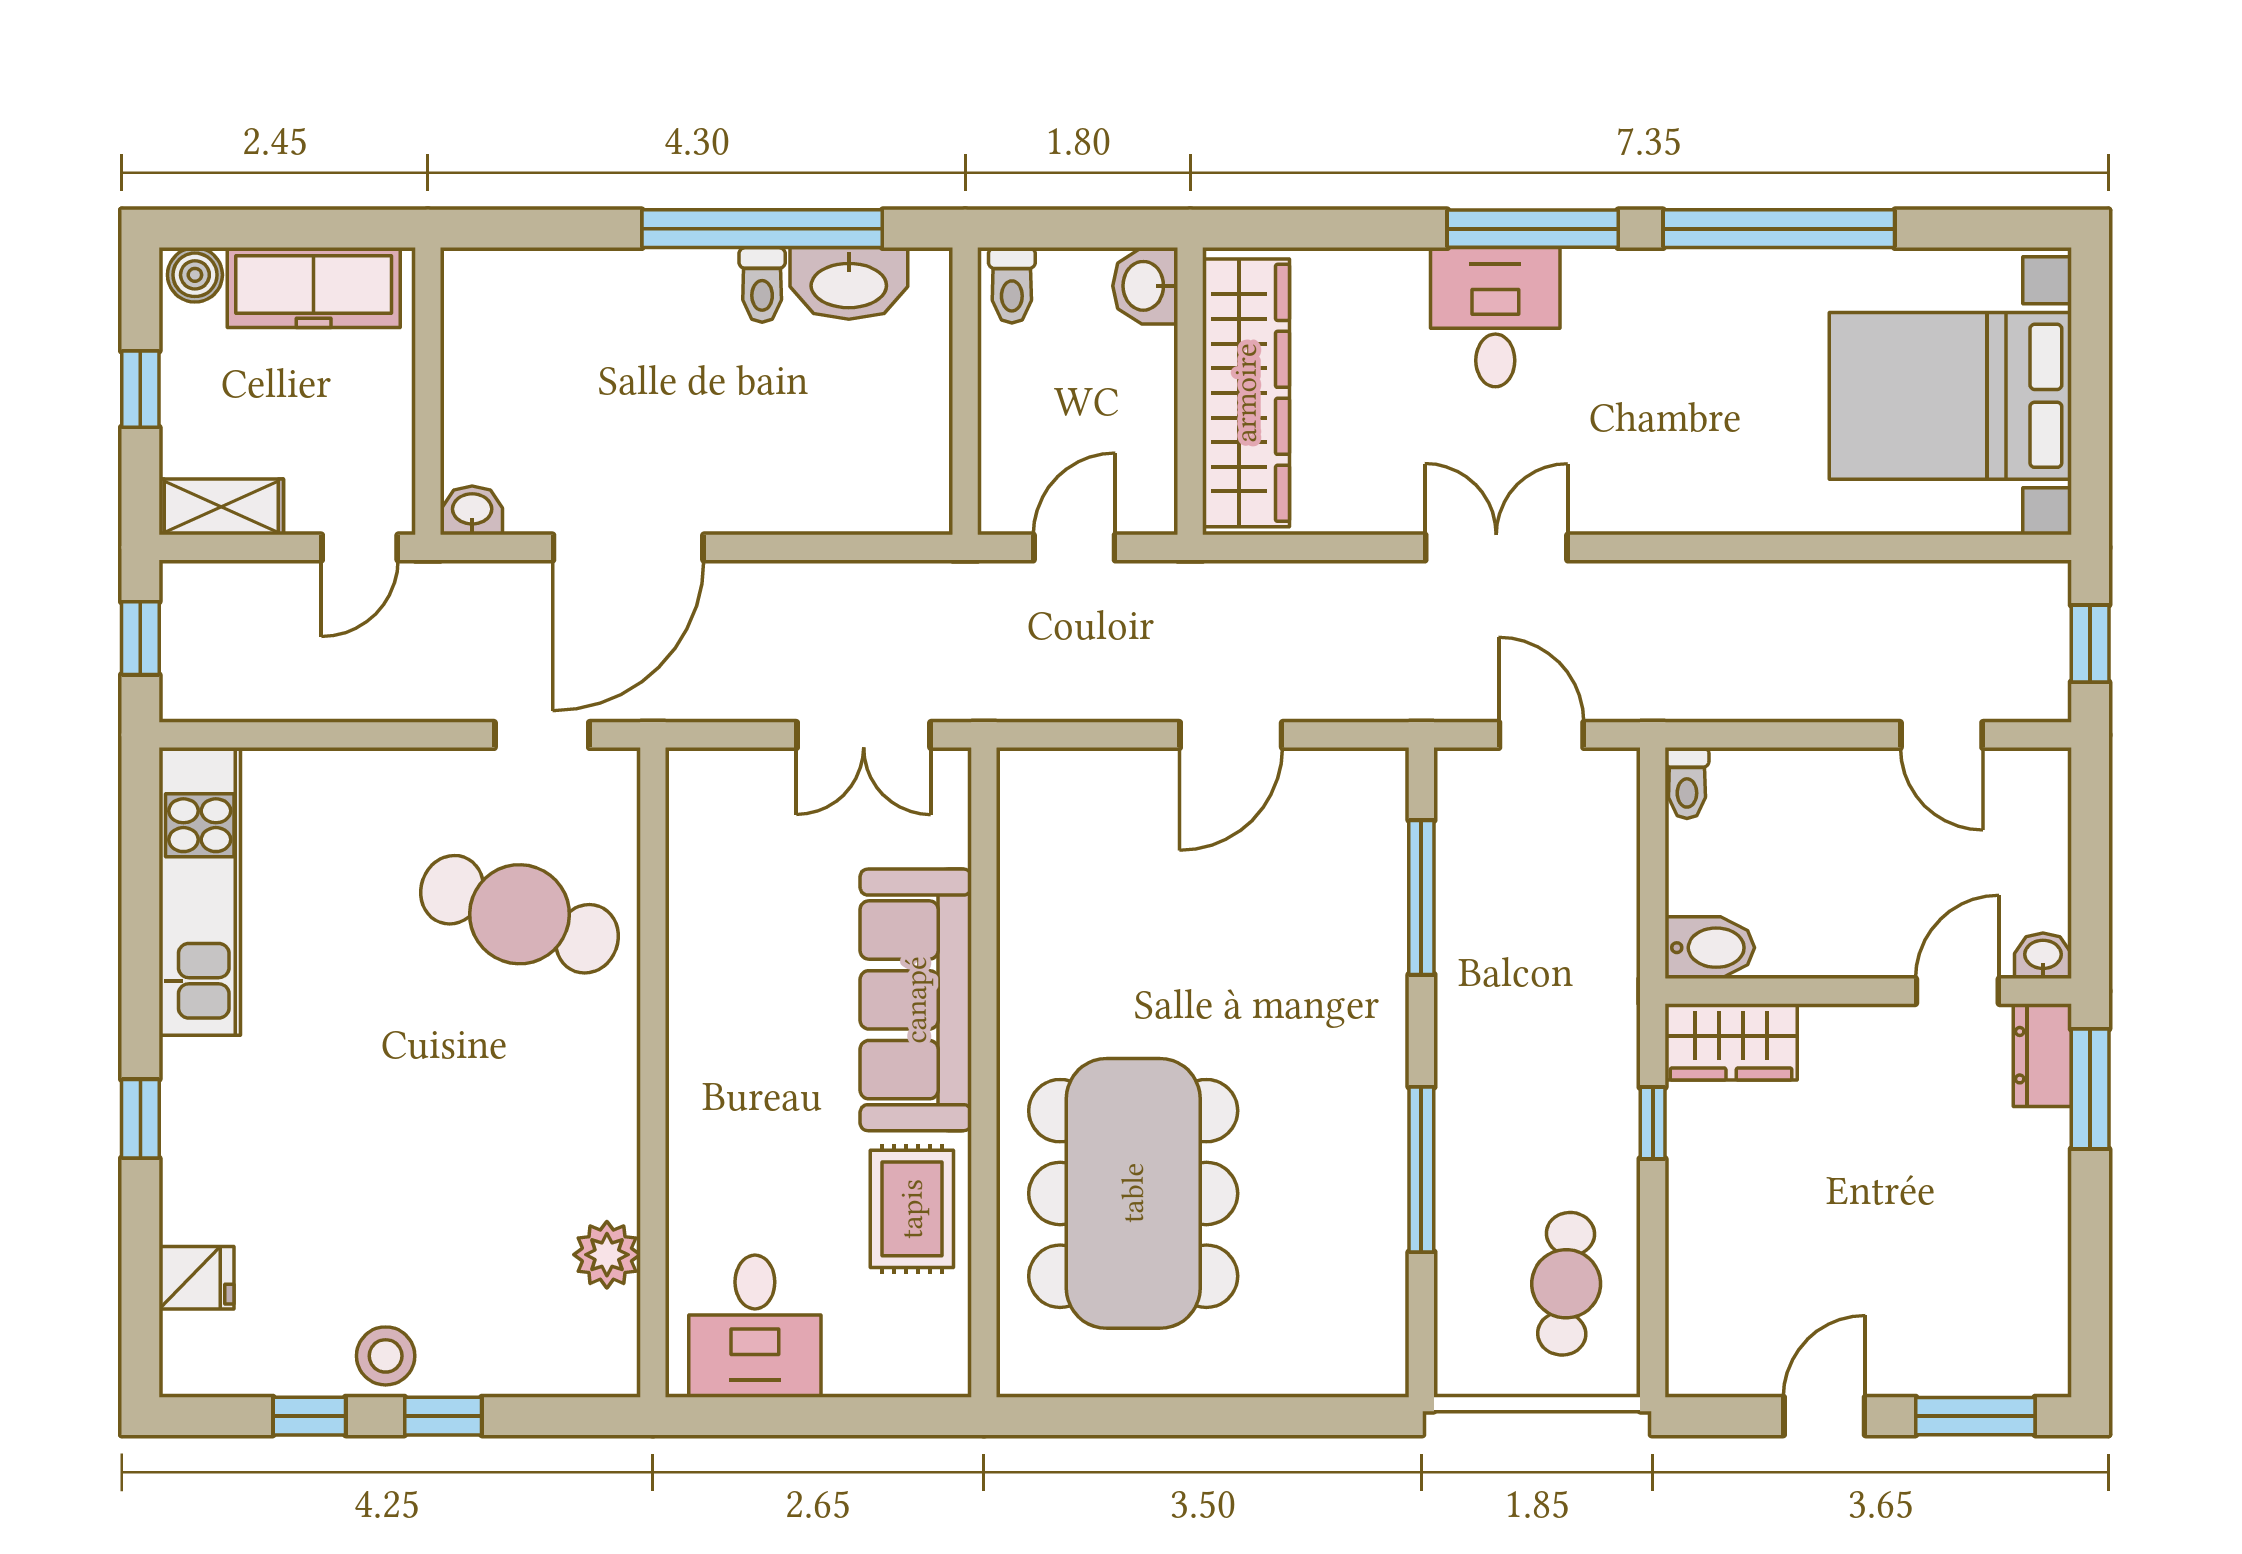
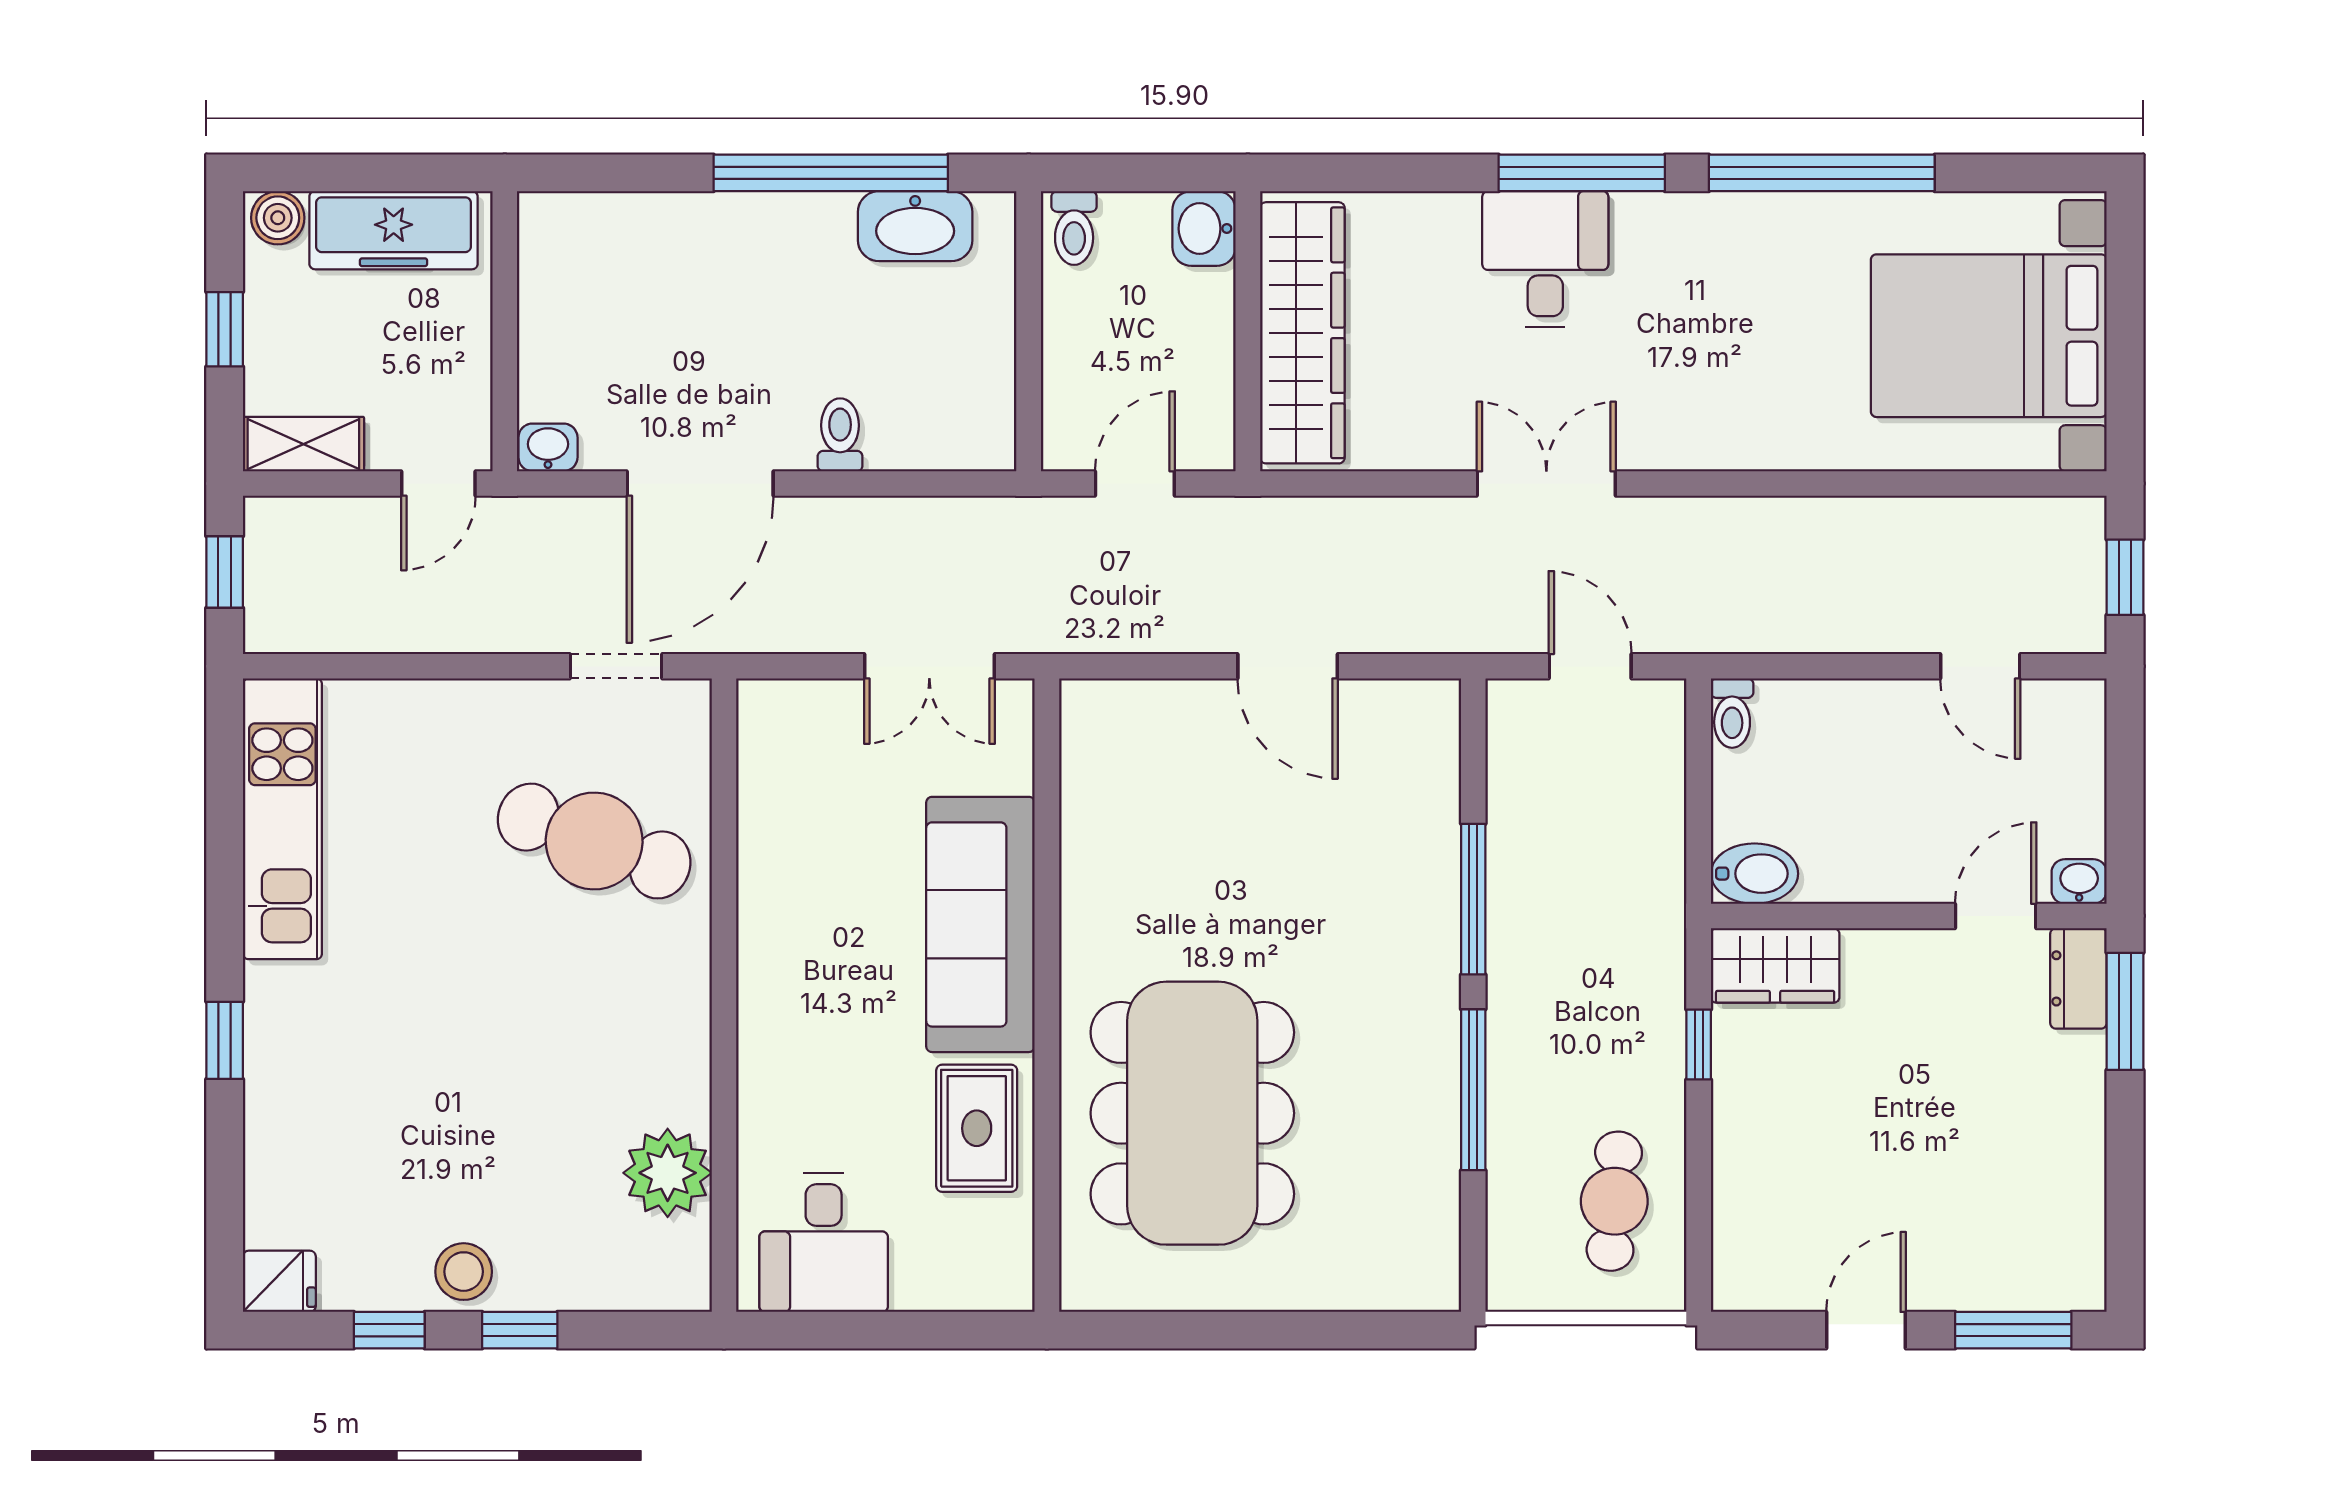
toilet: (762, 285) -> (840, 435), moved, turned 180
door: (1231, 735) -> (1288, 666), hinge flipped
window: (1421, 897) -> (1473, 899), moved
plant: (607, 1255) -> (668, 1173), width x1.36, depth x1.36
fridge: (197, 1278) -> (279, 1281), moved

